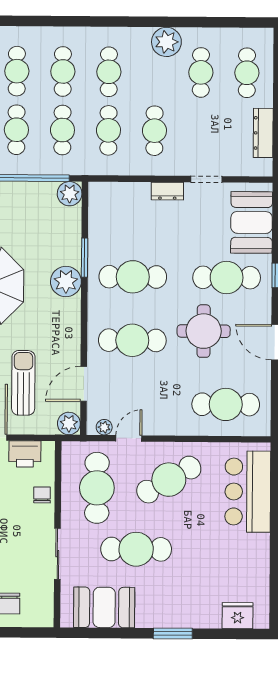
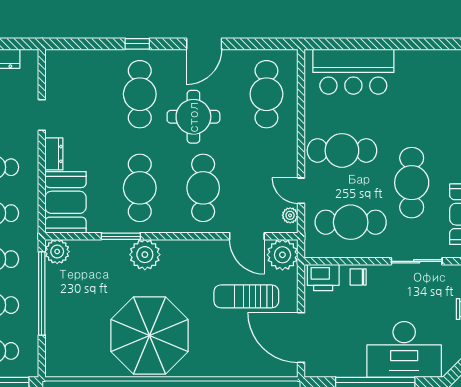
booth: (252, 222) -> (66, 202), moved, turned 90
plant: (69, 423) -> (282, 255), width x1.36, depth x1.36
printer: (25, 454) -> (323, 278), moved, turned 90
cafe table: (169, 480) -> (342, 150), turned -60

